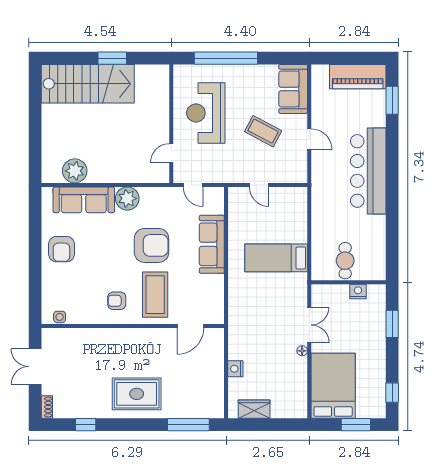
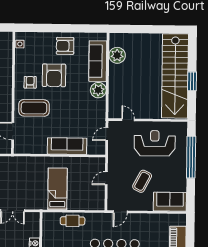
stairs: (88, 84) -> (175, 76), width x1.36
door: (309, 139) -> (120, 212), moved
armchair: (152, 245) -> (54, 75), moved
cafe table: (345, 261) -> (73, 221), moved

